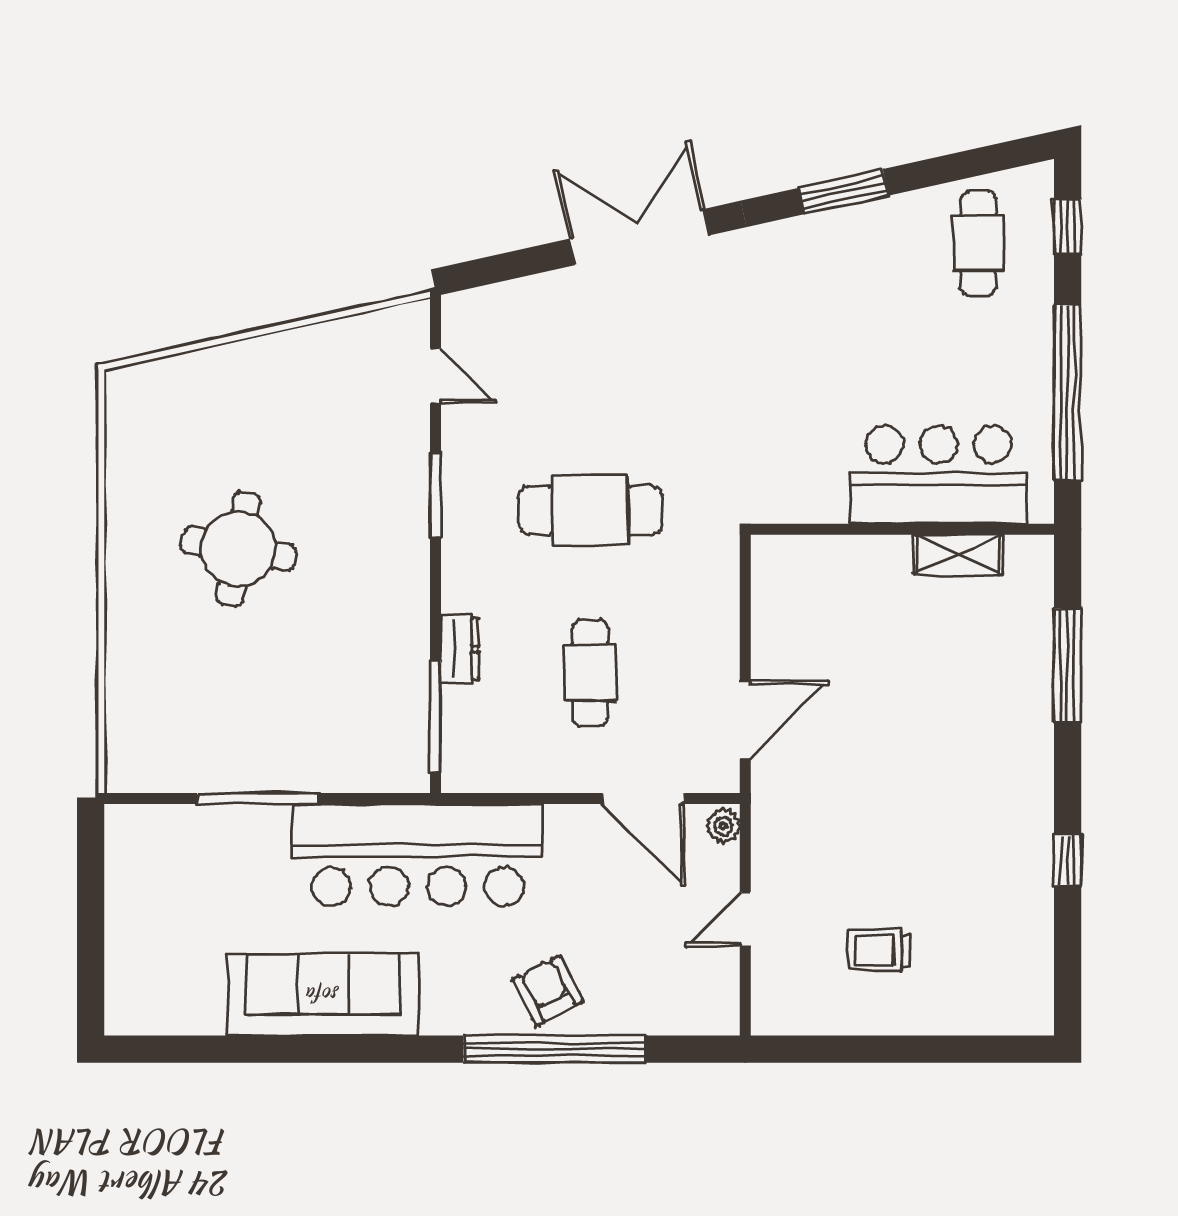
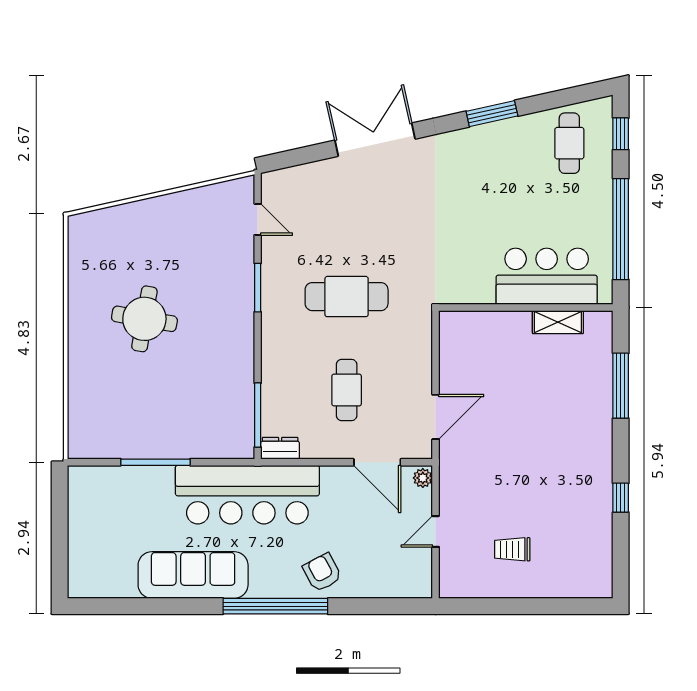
dresser: (460, 649) -> (280, 448), moved, turned -90
window: (555, 1049) -> (275, 606), moved

